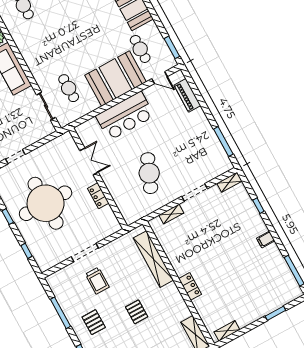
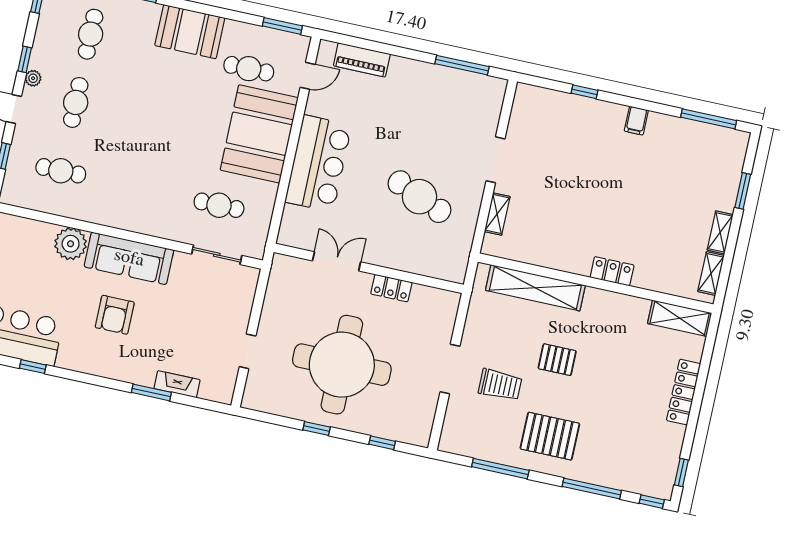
shelving: (229, 182) -> (720, 232), moved
pallet: (137, 312) -> (557, 360), moved
pallet: (94, 322) -> (550, 436), width x1.50, depth x1.42

